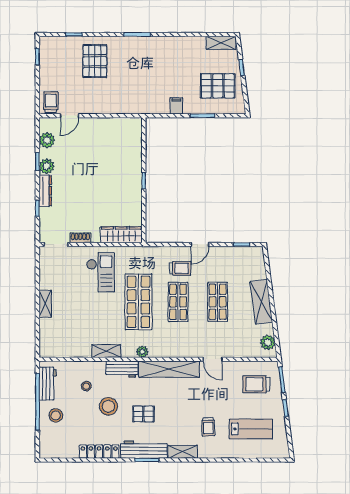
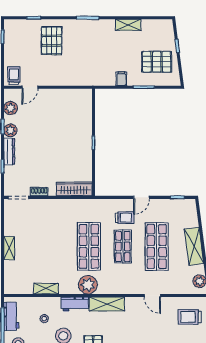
shelving: (221, 43) -> (128, 25), moved
checkout: (100, 272) -> (56, 221), removed
shop shelf: (218, 302) -> (157, 246), width x1.43, depth x1.36
shelving: (106, 351) -> (46, 289), moved
plant: (142, 352) -> (88, 285), width x1.87, depth x1.87
shelving: (169, 369) -> (107, 304), width x0.68

